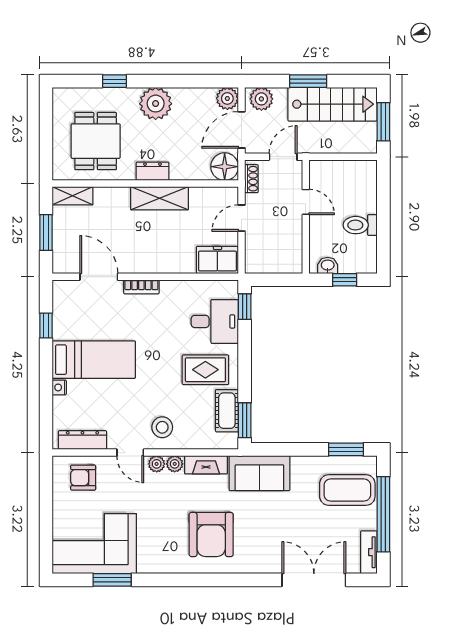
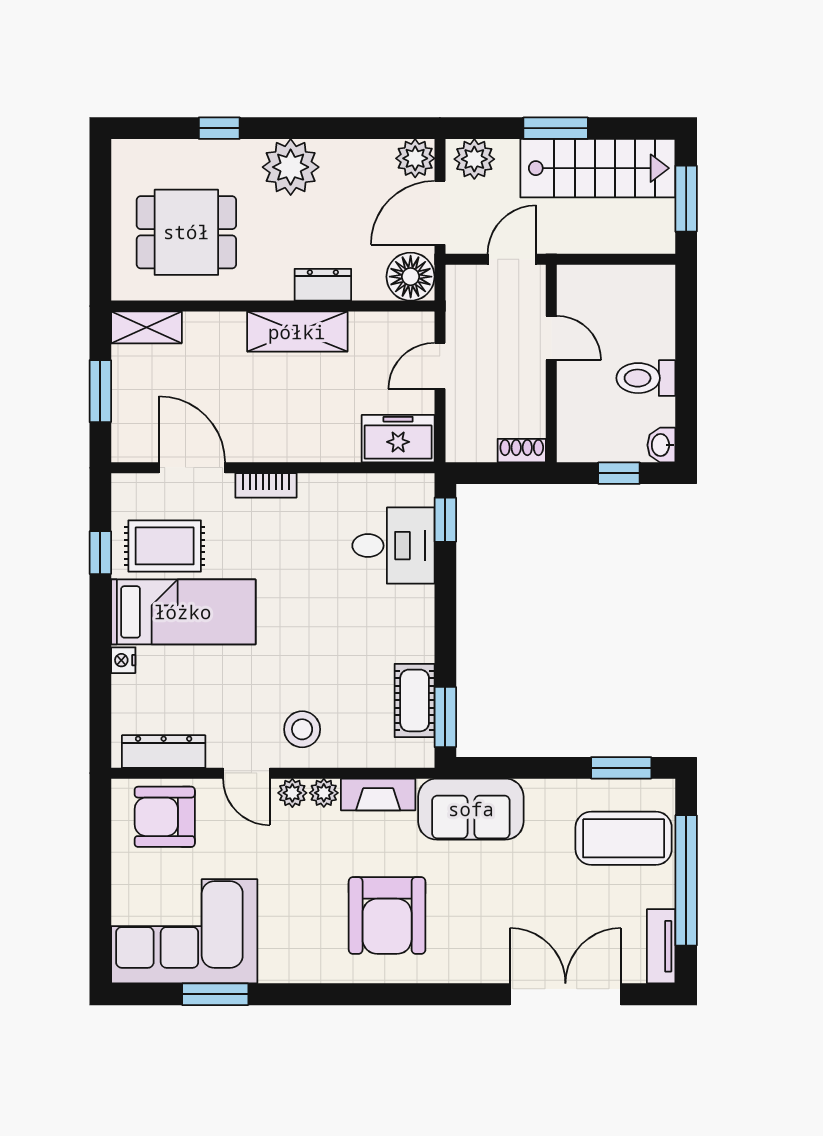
dining table: (96, 141) -> (186, 232), turned 90
dresser: (153, 171) -> (323, 285), moved
shoe rack: (251, 179) -> (522, 451), moved, turned -90
washbasin: (328, 266) -> (661, 445), moved, turned -90
rug: (205, 370) -> (165, 546), moved
armchair: (83, 478) -> (165, 817), width x1.38, depth x1.38

